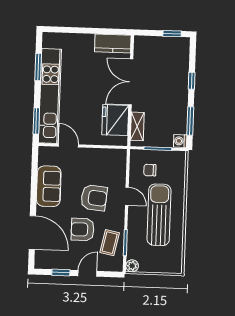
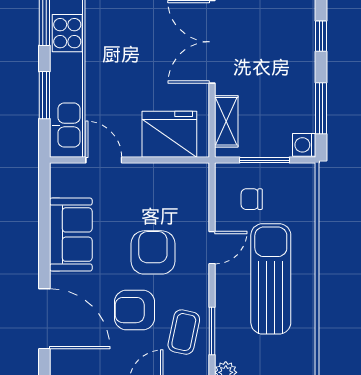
fridge: (115, 120) -> (169, 134), moved, turned 90
window: (36, 121) -> (44, 95), moved
door: (127, 196) -> (212, 248), hinge flipped
armchair: (94, 198) -> (153, 252), turned -96

